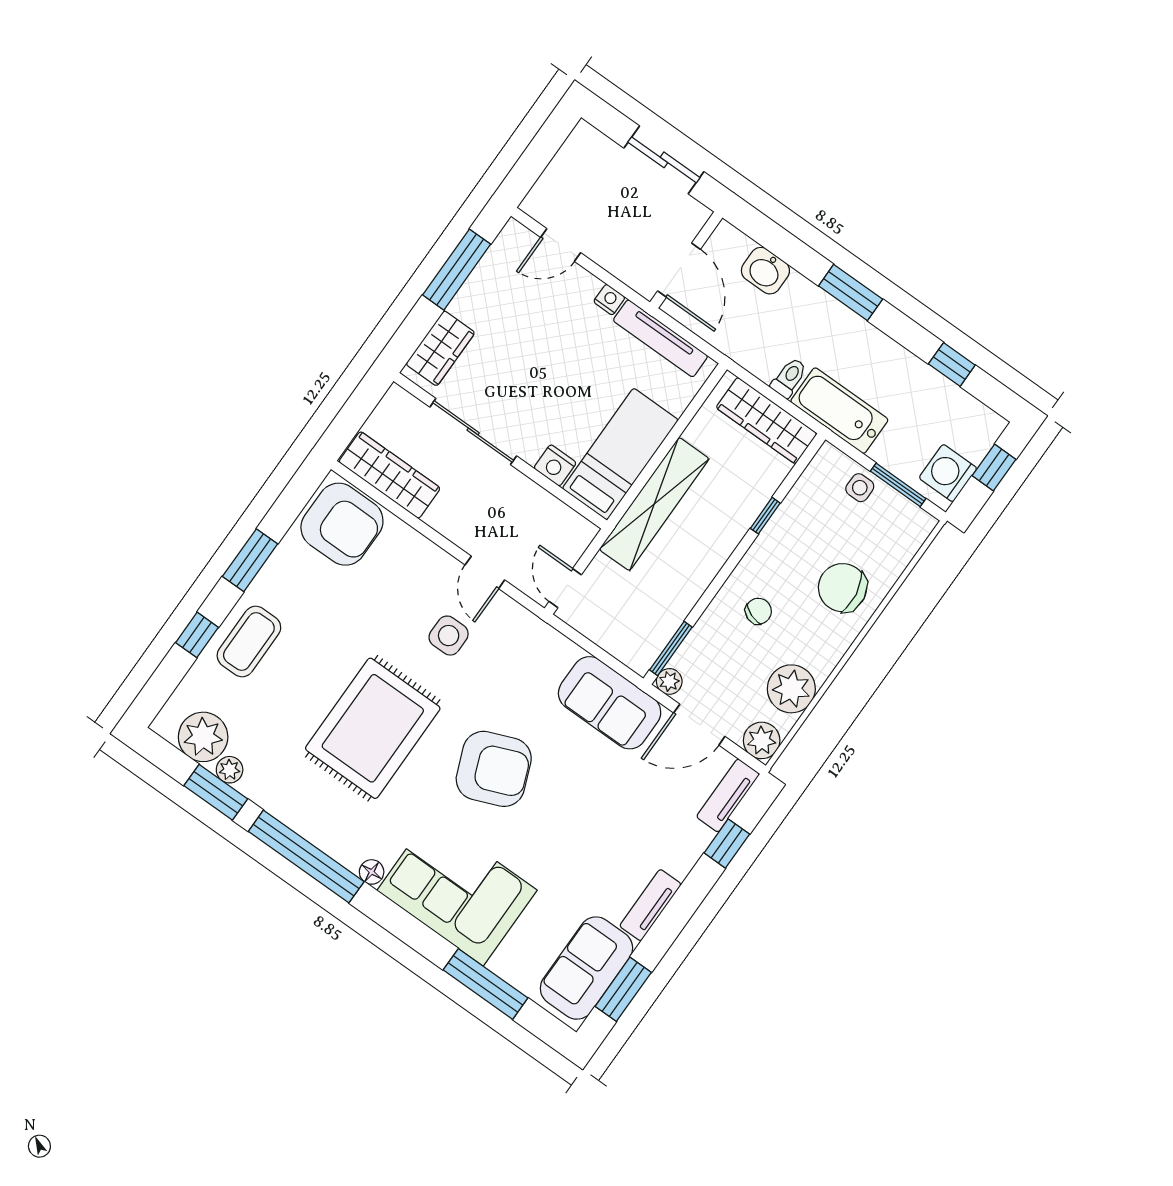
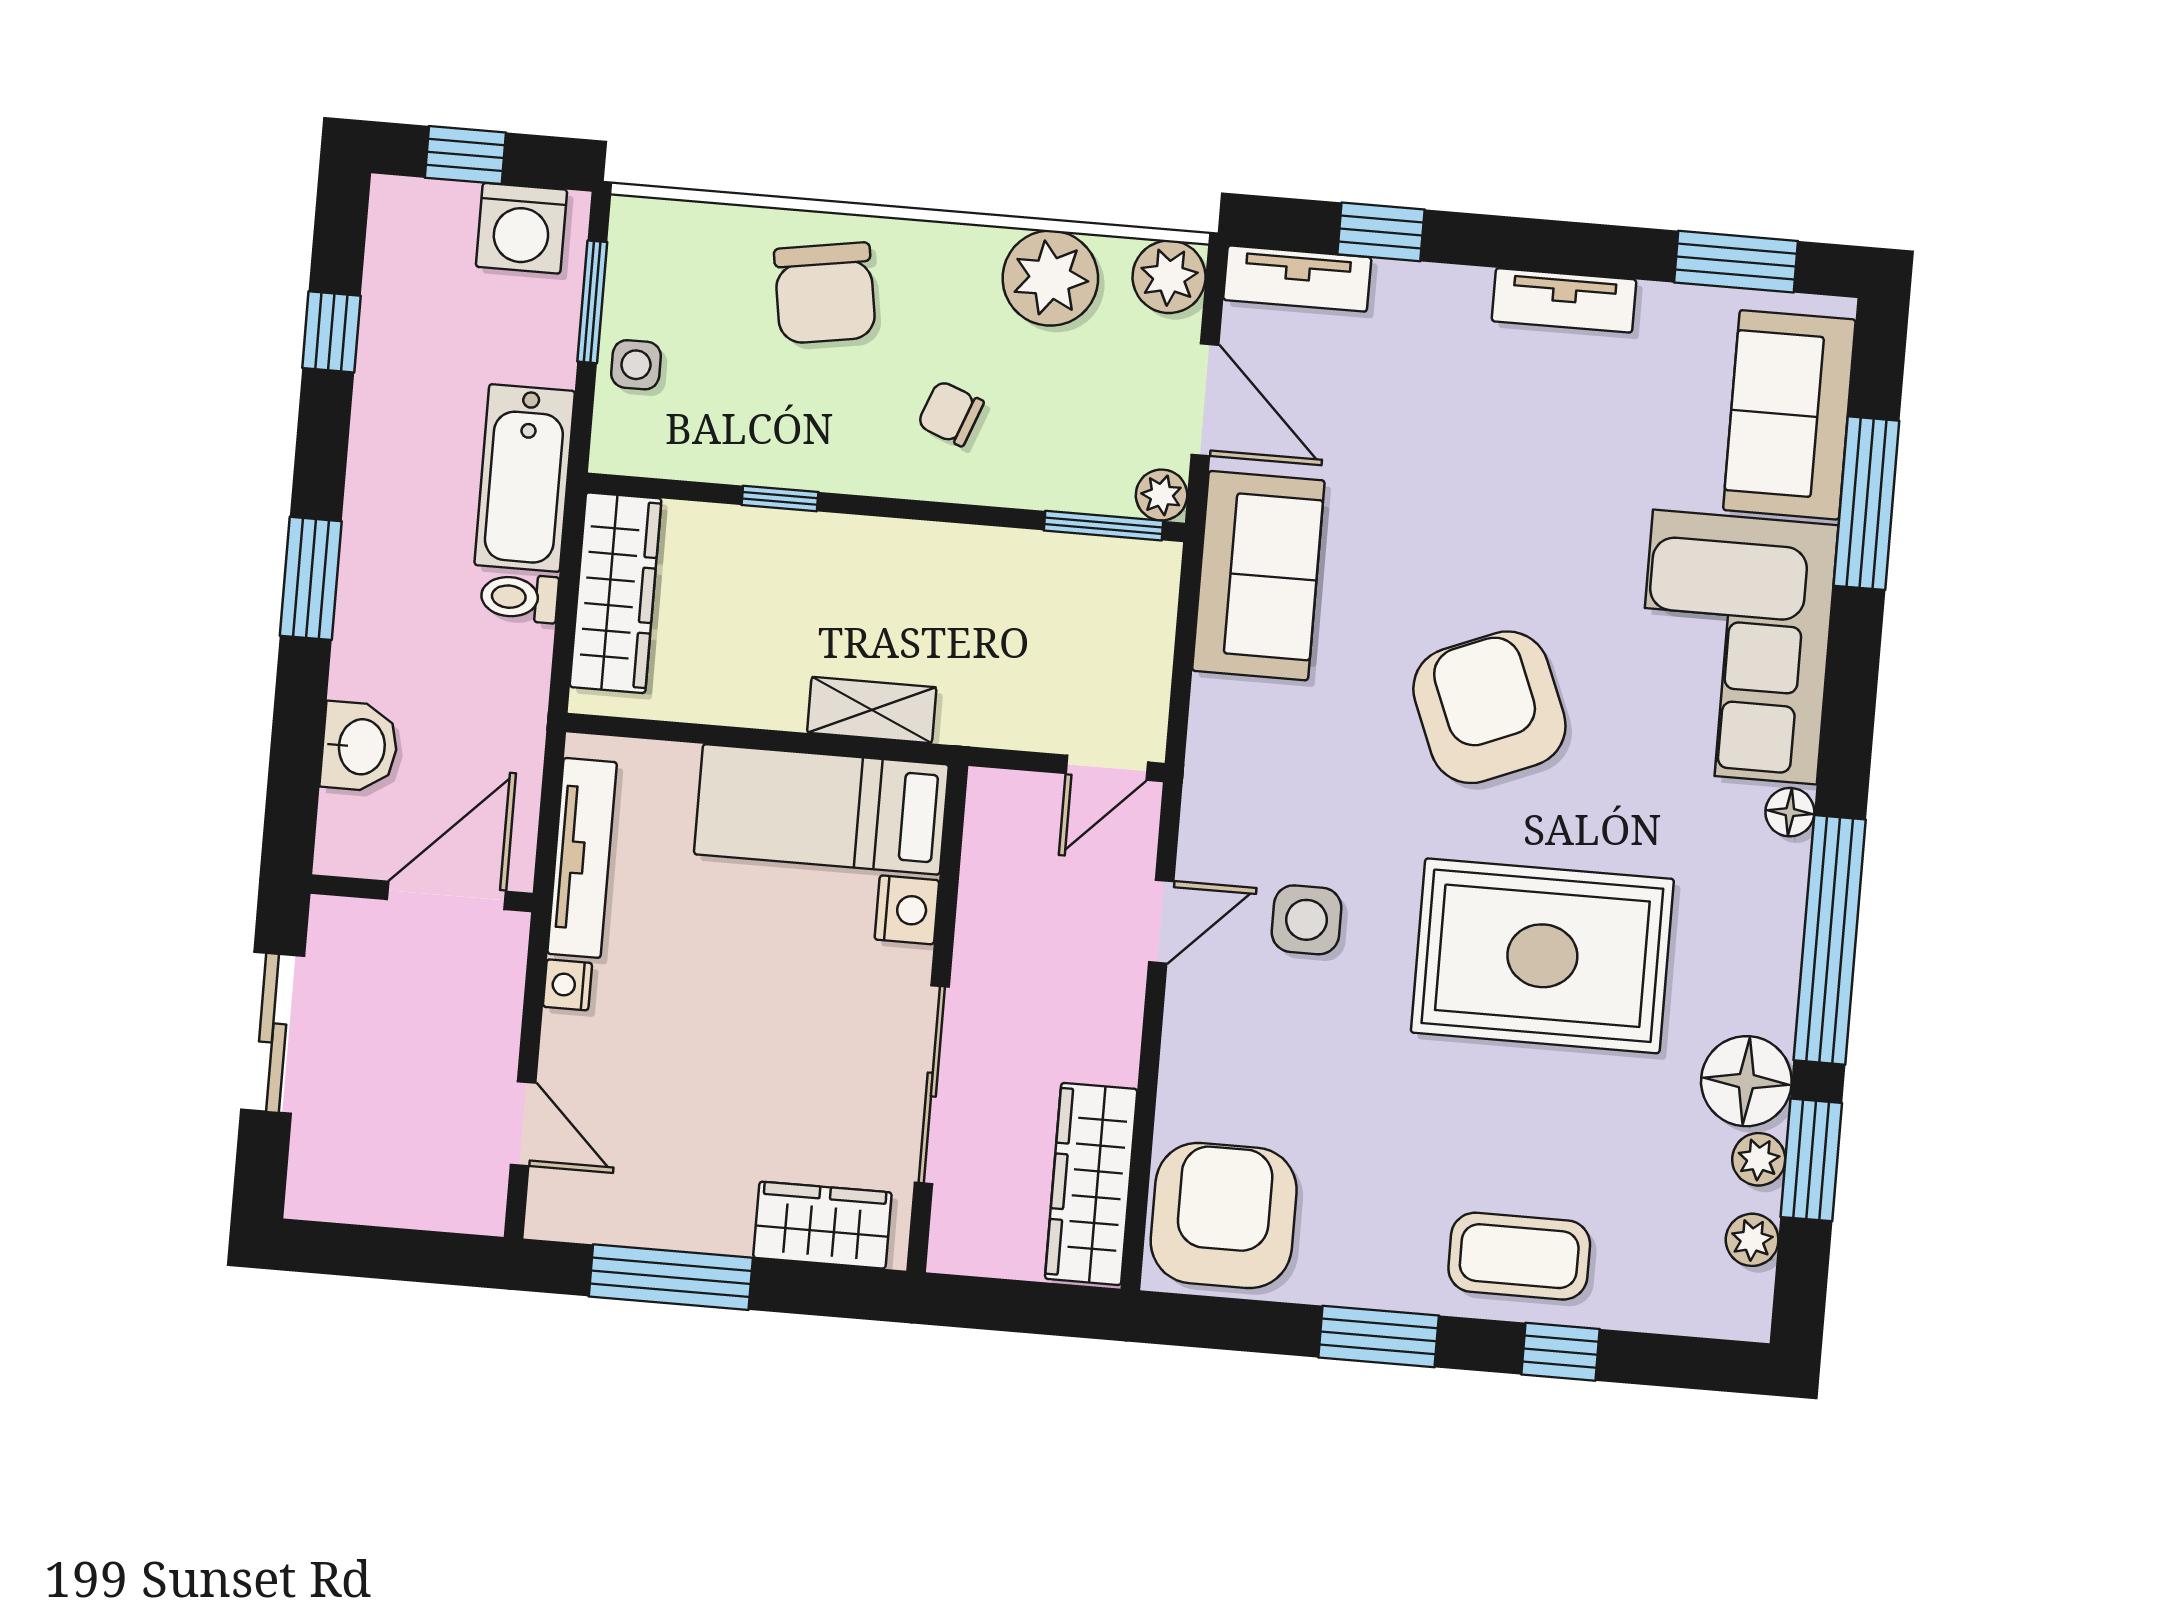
shelving: (654, 504) -> (872, 710), width x0.45, depth x0.75
plant: (203, 737) -> (1752, 1240), width x0.53, depth x0.53
floor lamp: (266, 784) -> (1746, 1081), added
sofa: (586, 968) -> (1789, 415), moved, turned 90

